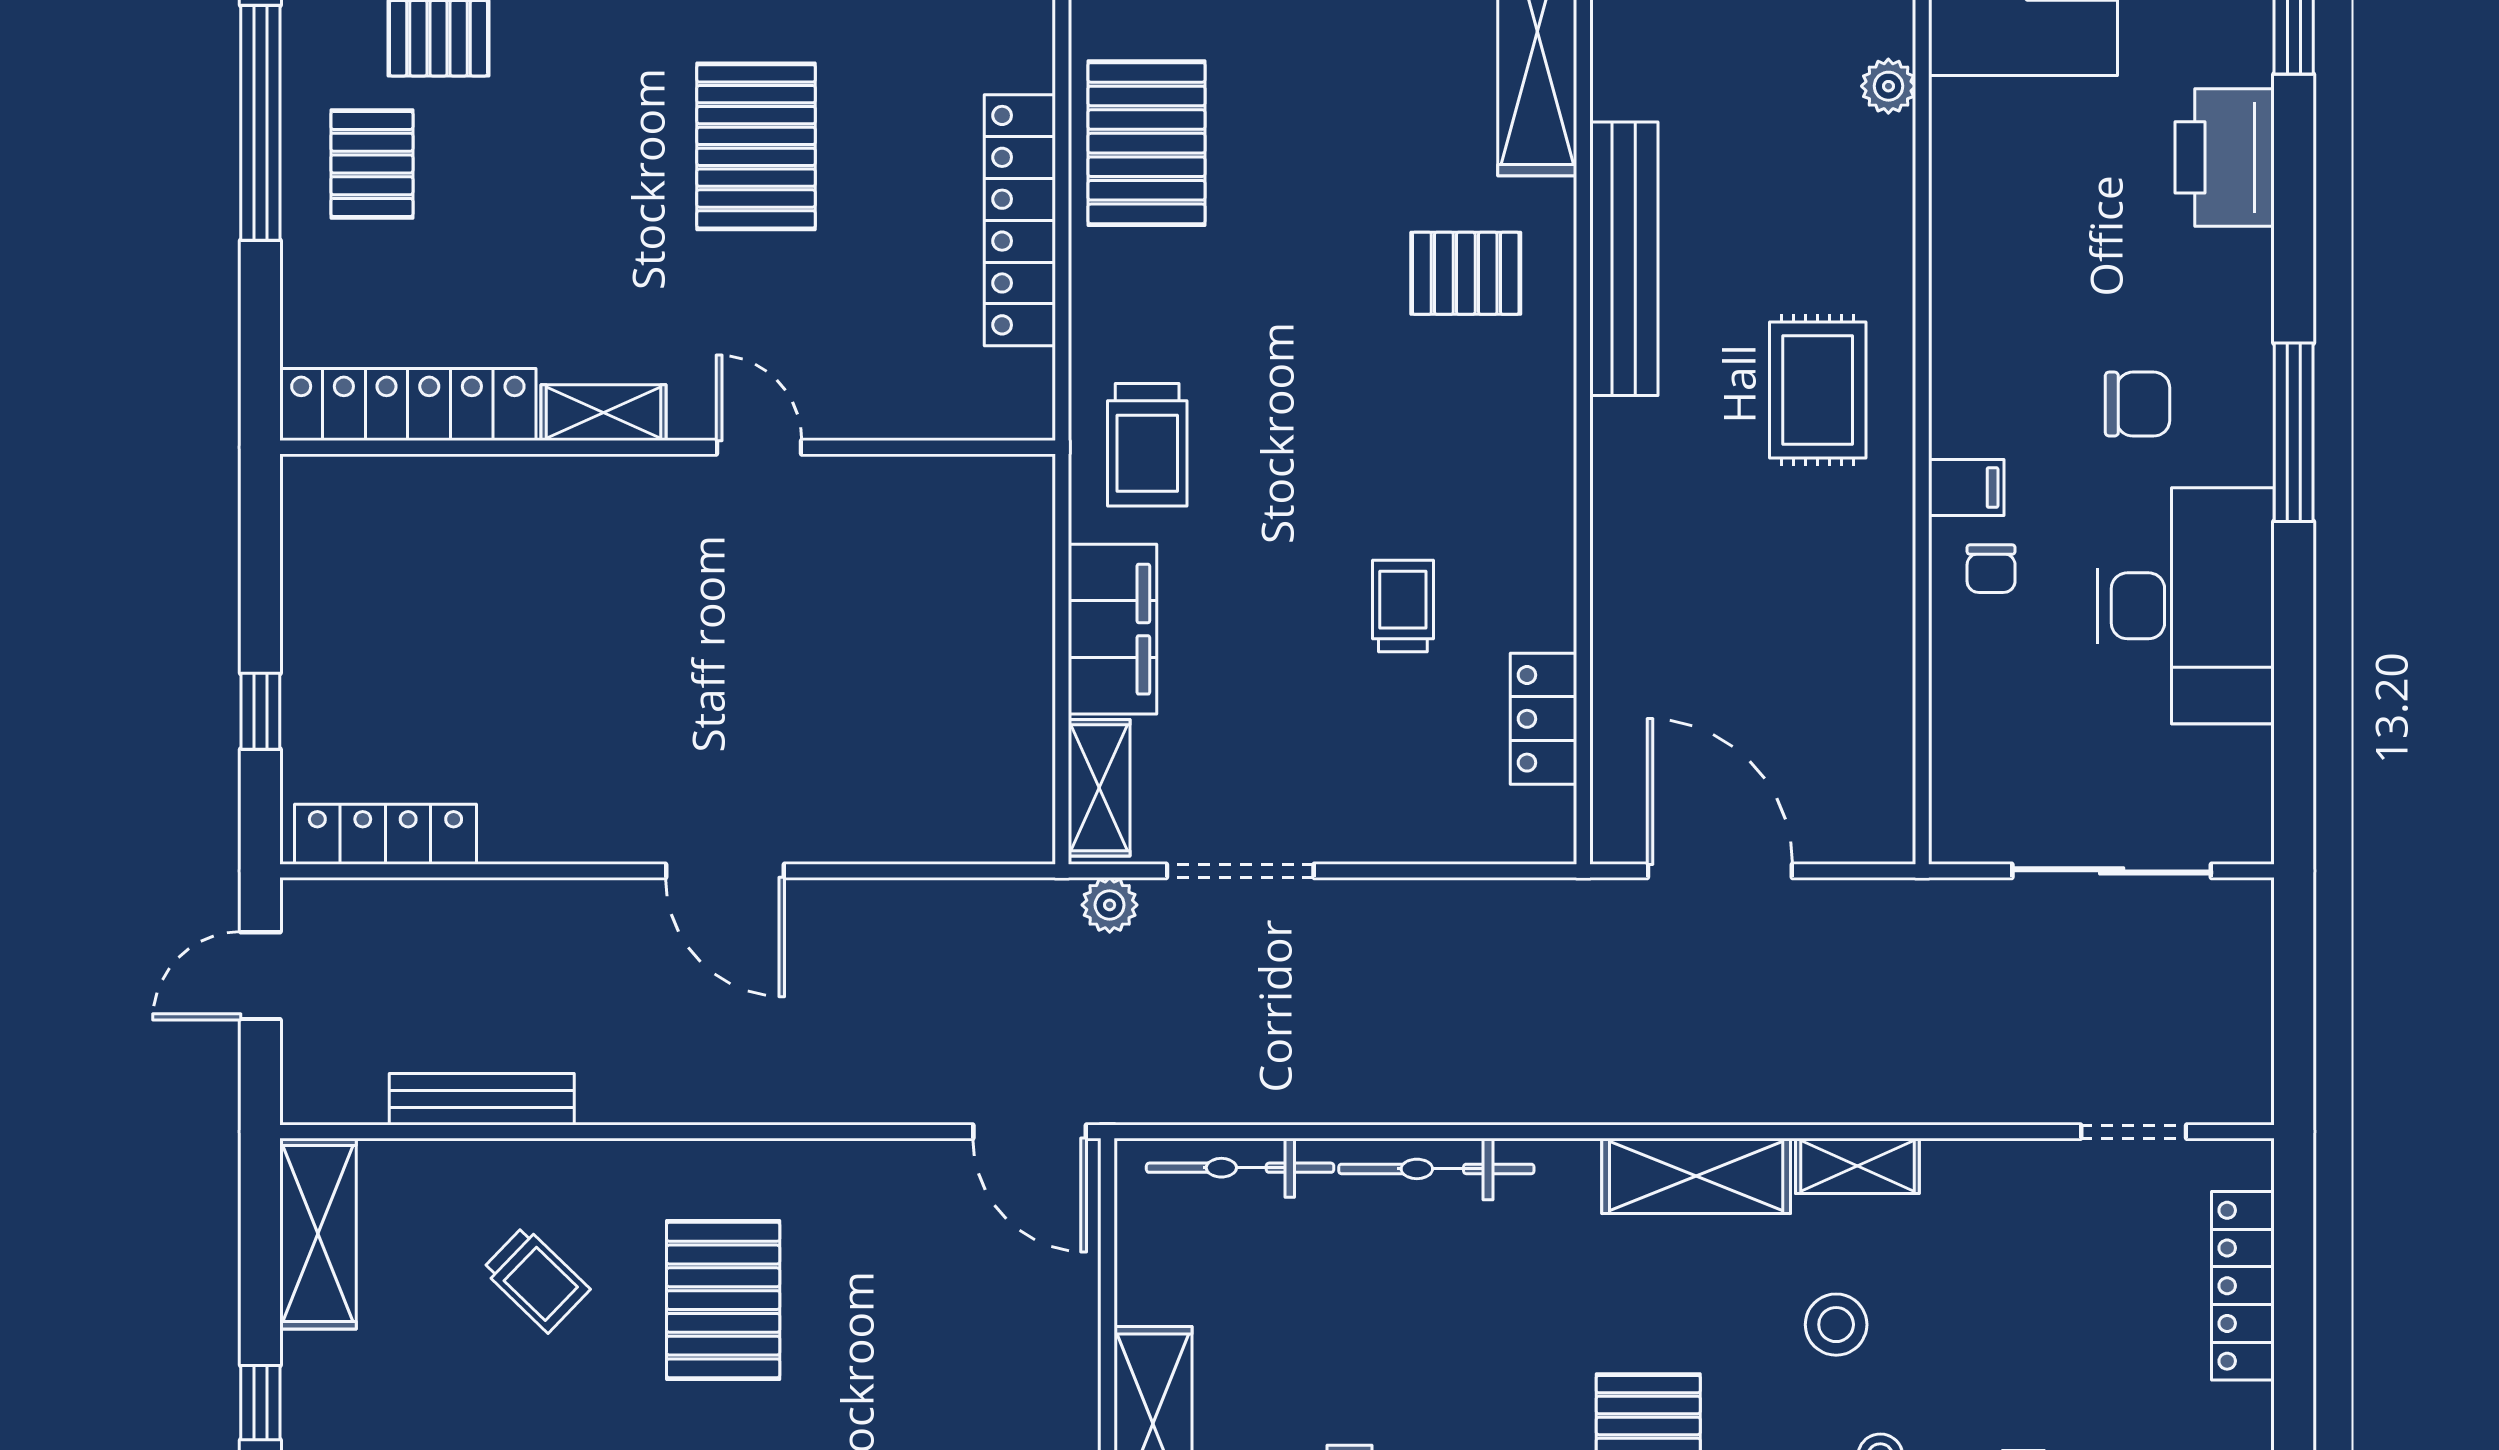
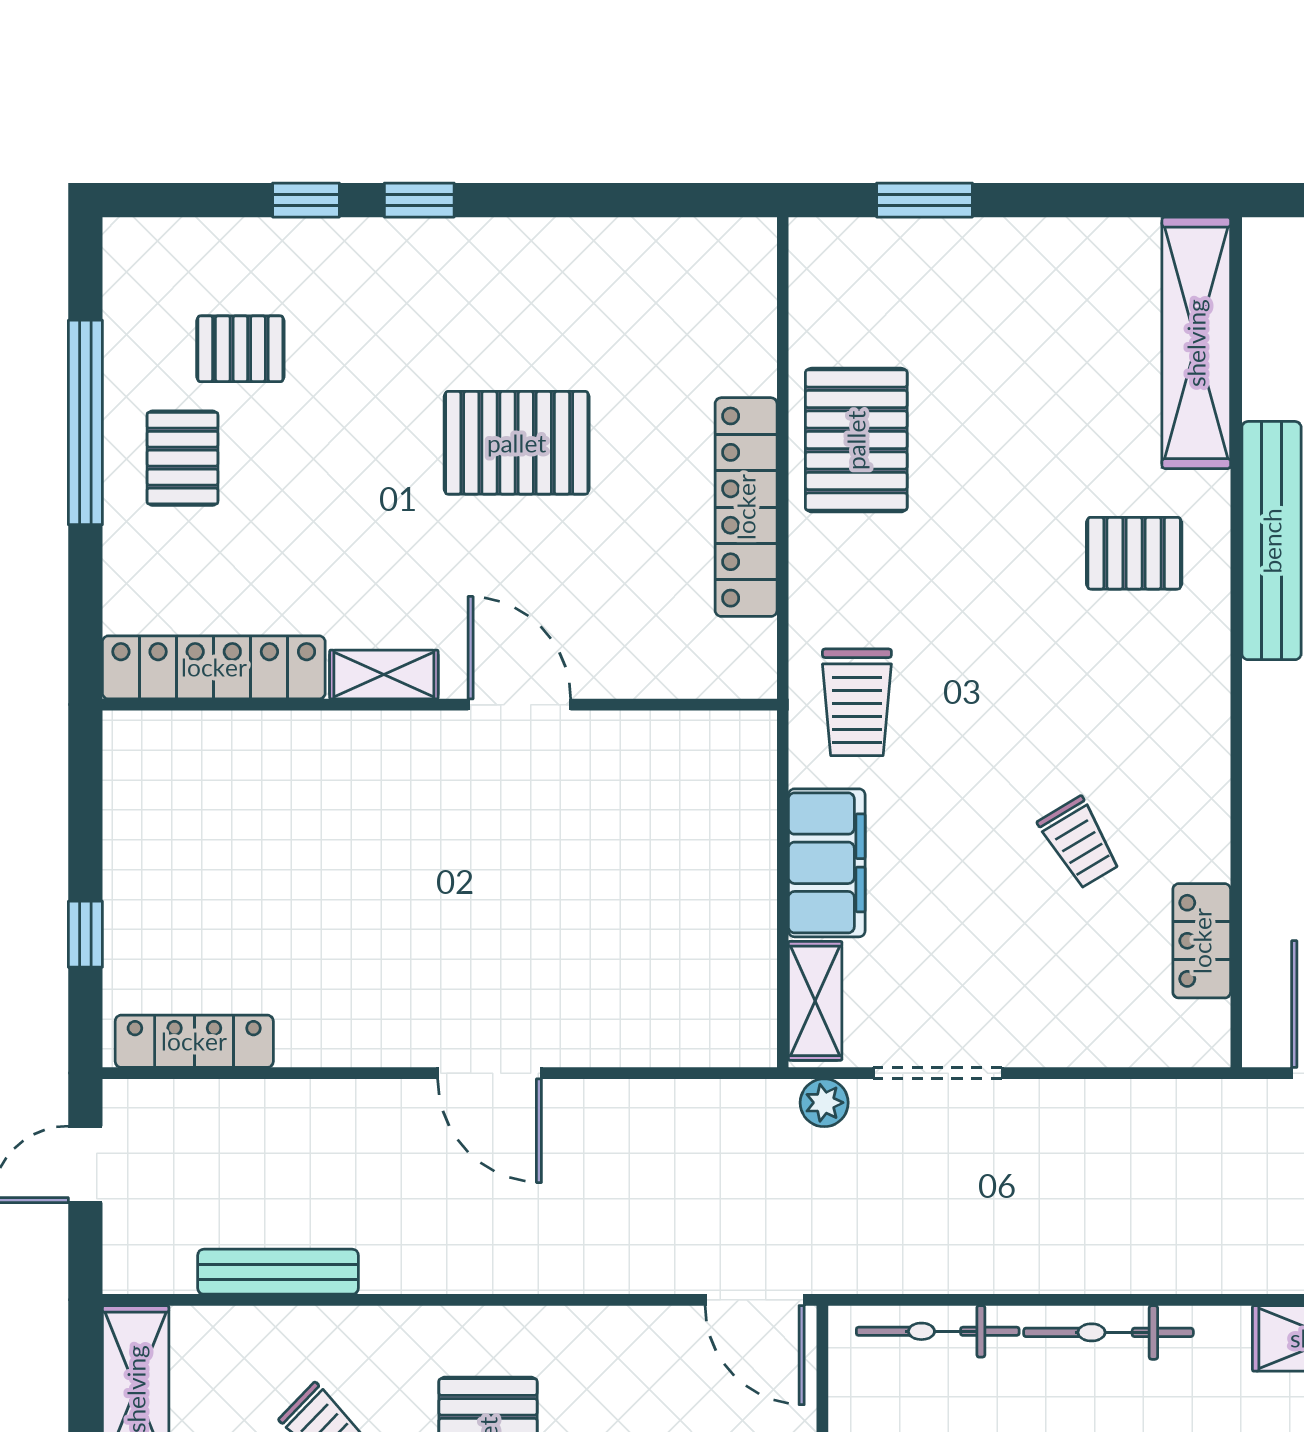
pallet: (756, 146) -> (517, 443), turned 90
door: (759, 447) -> (519, 705), width x1.38
trolley: (1403, 606) -> (1079, 843), turned 149

